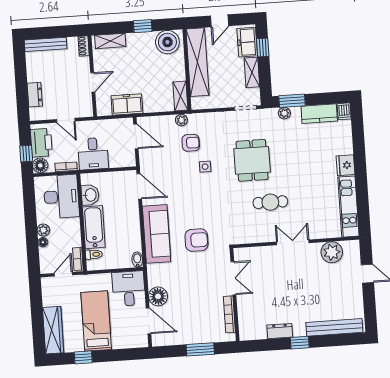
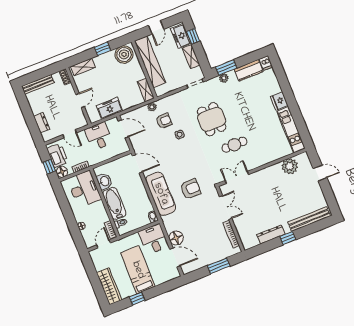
desk: (93, 154) -> (99, 136), moved, turned 180
plant: (43, 230) -> (79, 217), removed
double door: (293, 242) -> (237, 177), moved
dresser: (280, 331) -> (271, 234), width x1.44

